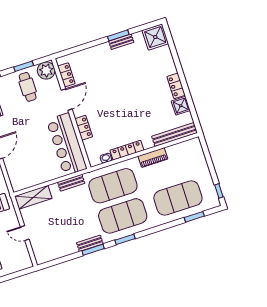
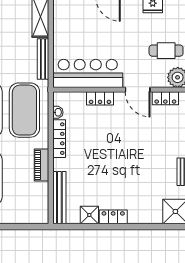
bench: (71, 183) -> (43, 59), width x1.36

